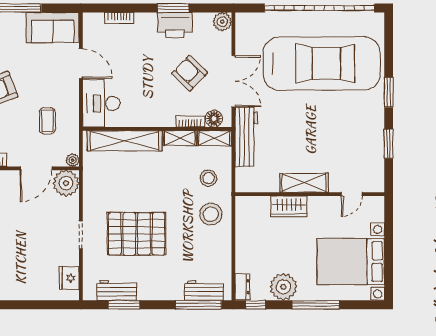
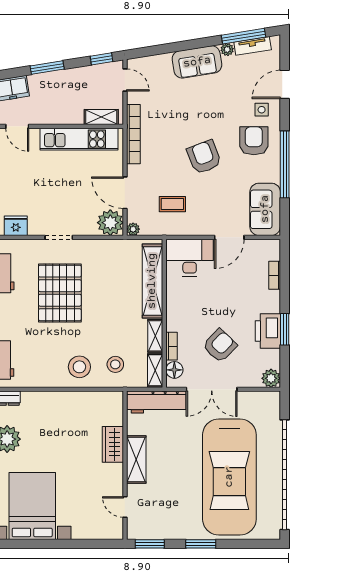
shelving: (304, 183) -> (136, 459), moved
wall: (310, 194) -> (125, 465), moved
door: (352, 194) -> (125, 507), moved
wardrobe: (289, 206) -> (113, 444), moved

